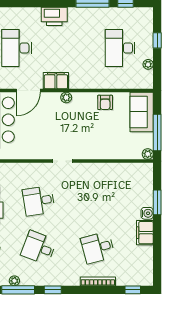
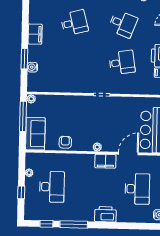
water cooler: (147, 213) -> (32, 67), moved

